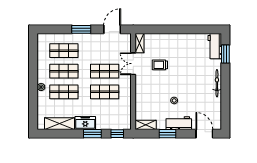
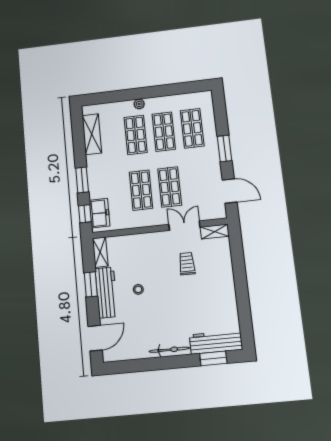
workbench: (215, 46) -> (216, 342), width x1.38
freezer: (85, 123) -> (100, 213), moved
workbench: (179, 123) -> (106, 293), width x1.38

